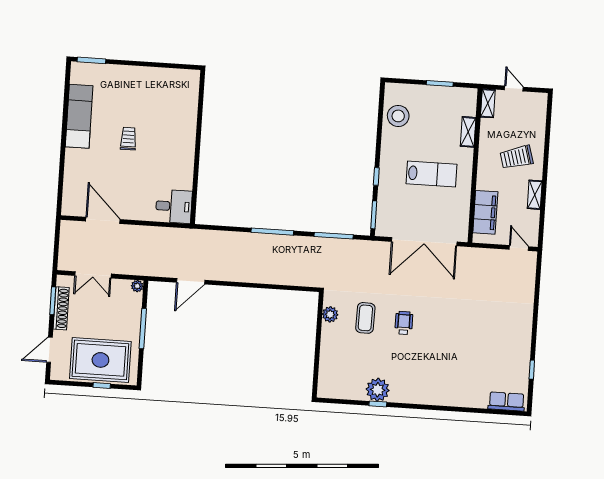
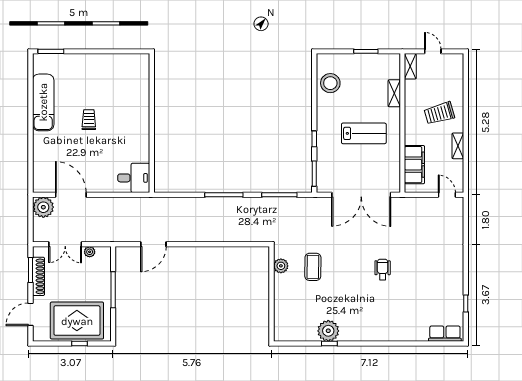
plant: (72, 232) -> (43, 207), added
plant: (137, 286) -> (90, 252), moved
wheelchair: (404, 323) -> (383, 269), moved

